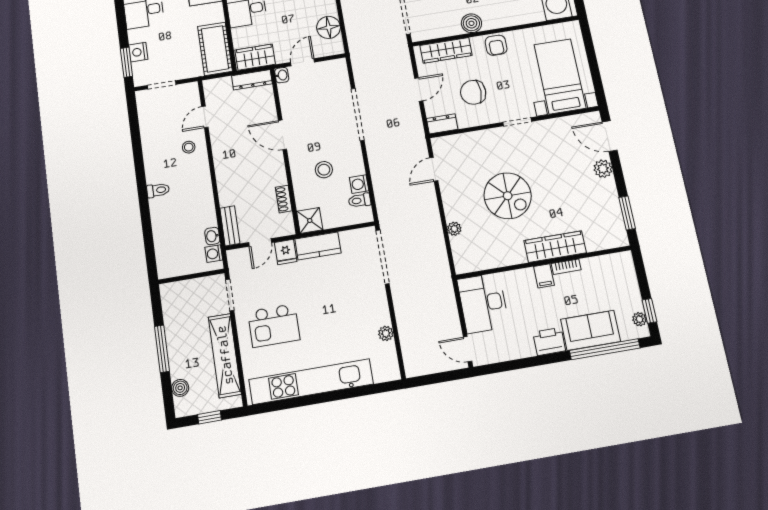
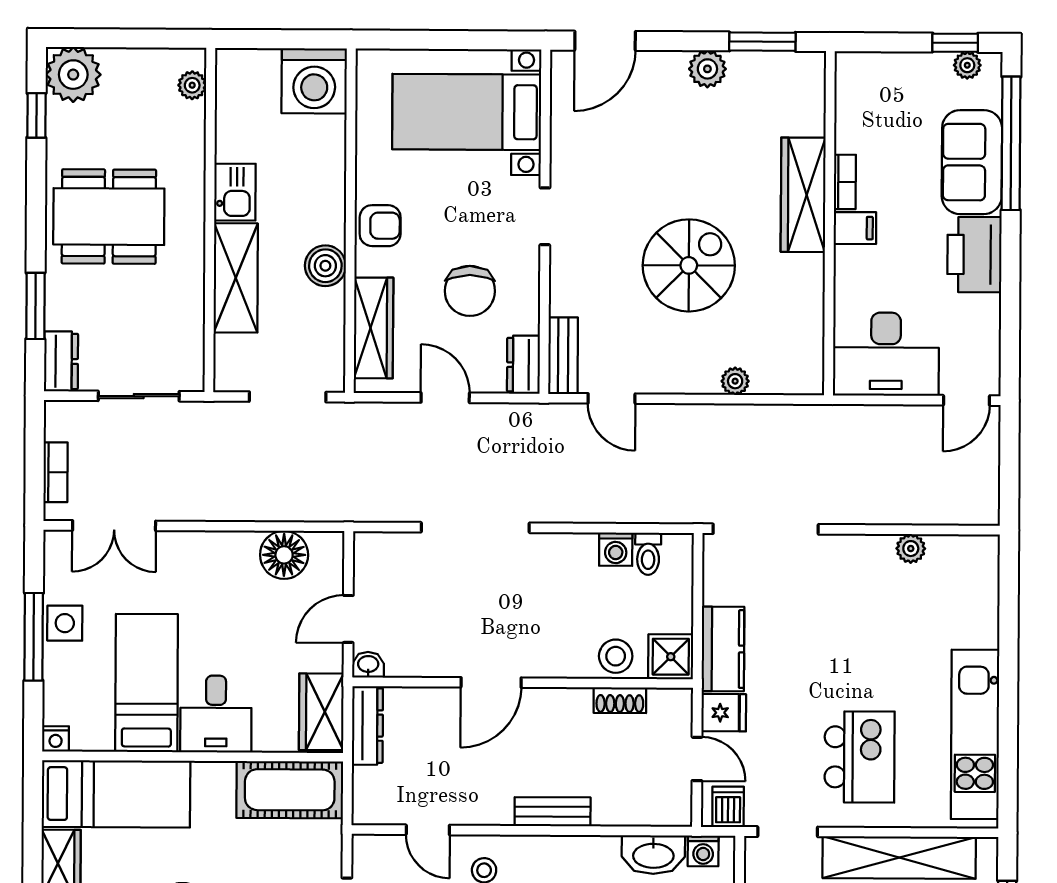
door: (303, 62) -> (348, 619), hinge flipped
bench: (450, 142) -> (563, 356), added
plant: (603, 169) -> (707, 69), moved
stool: (324, 170) -> (616, 656), moved
bench: (230, 226) -> (553, 812), moved
washbasin: (212, 236) -> (653, 855), width x1.91, depth x1.45
dishwasher: (238, 262) -> (728, 807), added
printer: (549, 341) -> (974, 255), width x1.37, depth x1.19
kitchen unit: (311, 382) -> (975, 734), width x0.73

